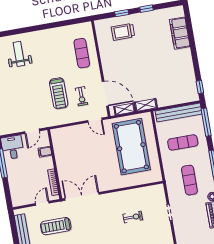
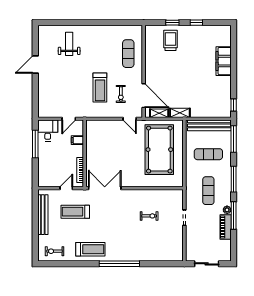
trolley: (123, 32) -> (170, 40), turned 90
filing cabinet: (180, 33) -> (224, 61), moved

